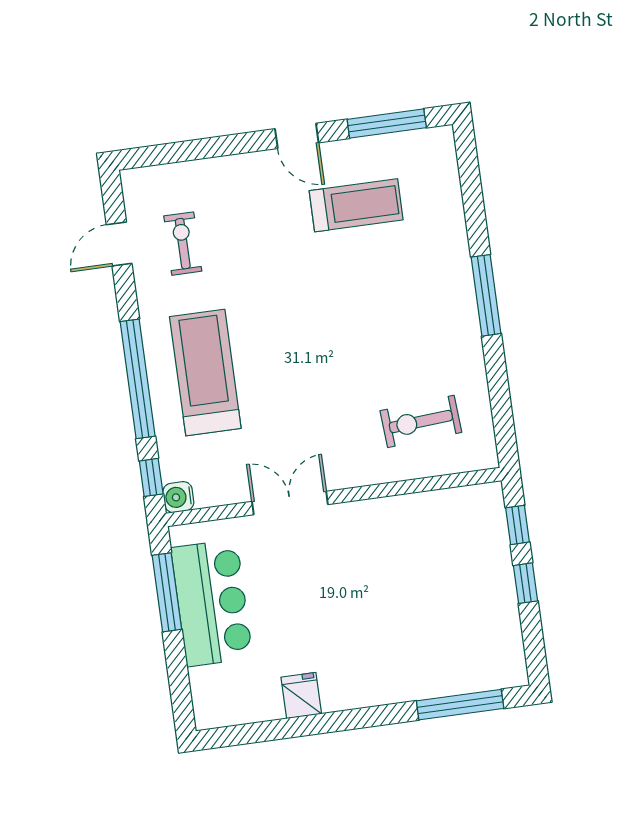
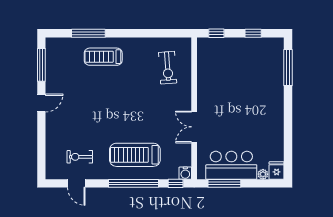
treadmill: (356, 205) -> (103, 57), moved, turned -90
window: (486, 295) -> (88, 33), moved
window: (525, 583) -> (253, 33), moved
plant: (201, 680) -> (263, 174), added
fridge: (301, 696) -> (277, 171), moved, turned 90

